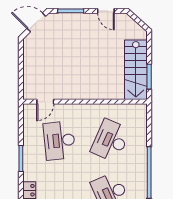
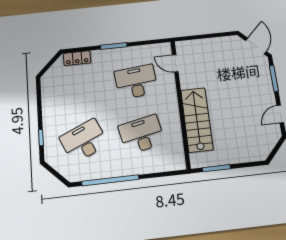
stairs: (136, 70) -> (197, 120), moved, turned 90
desk: (111, 141) -> (142, 134), turned -36

